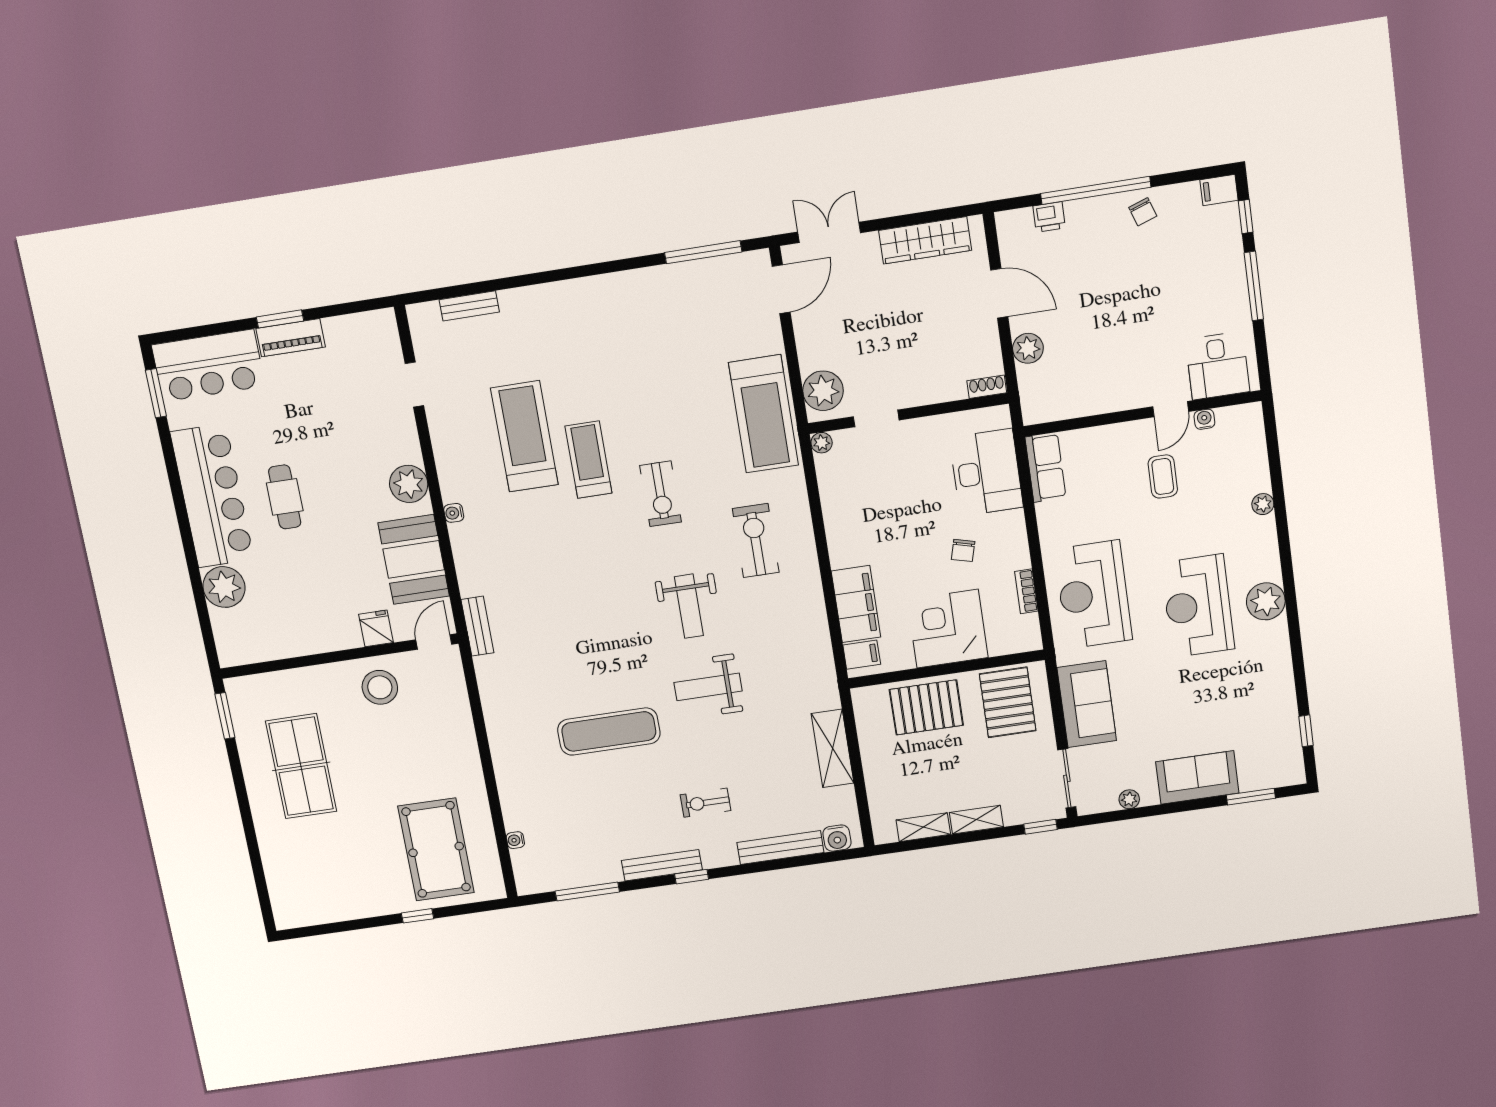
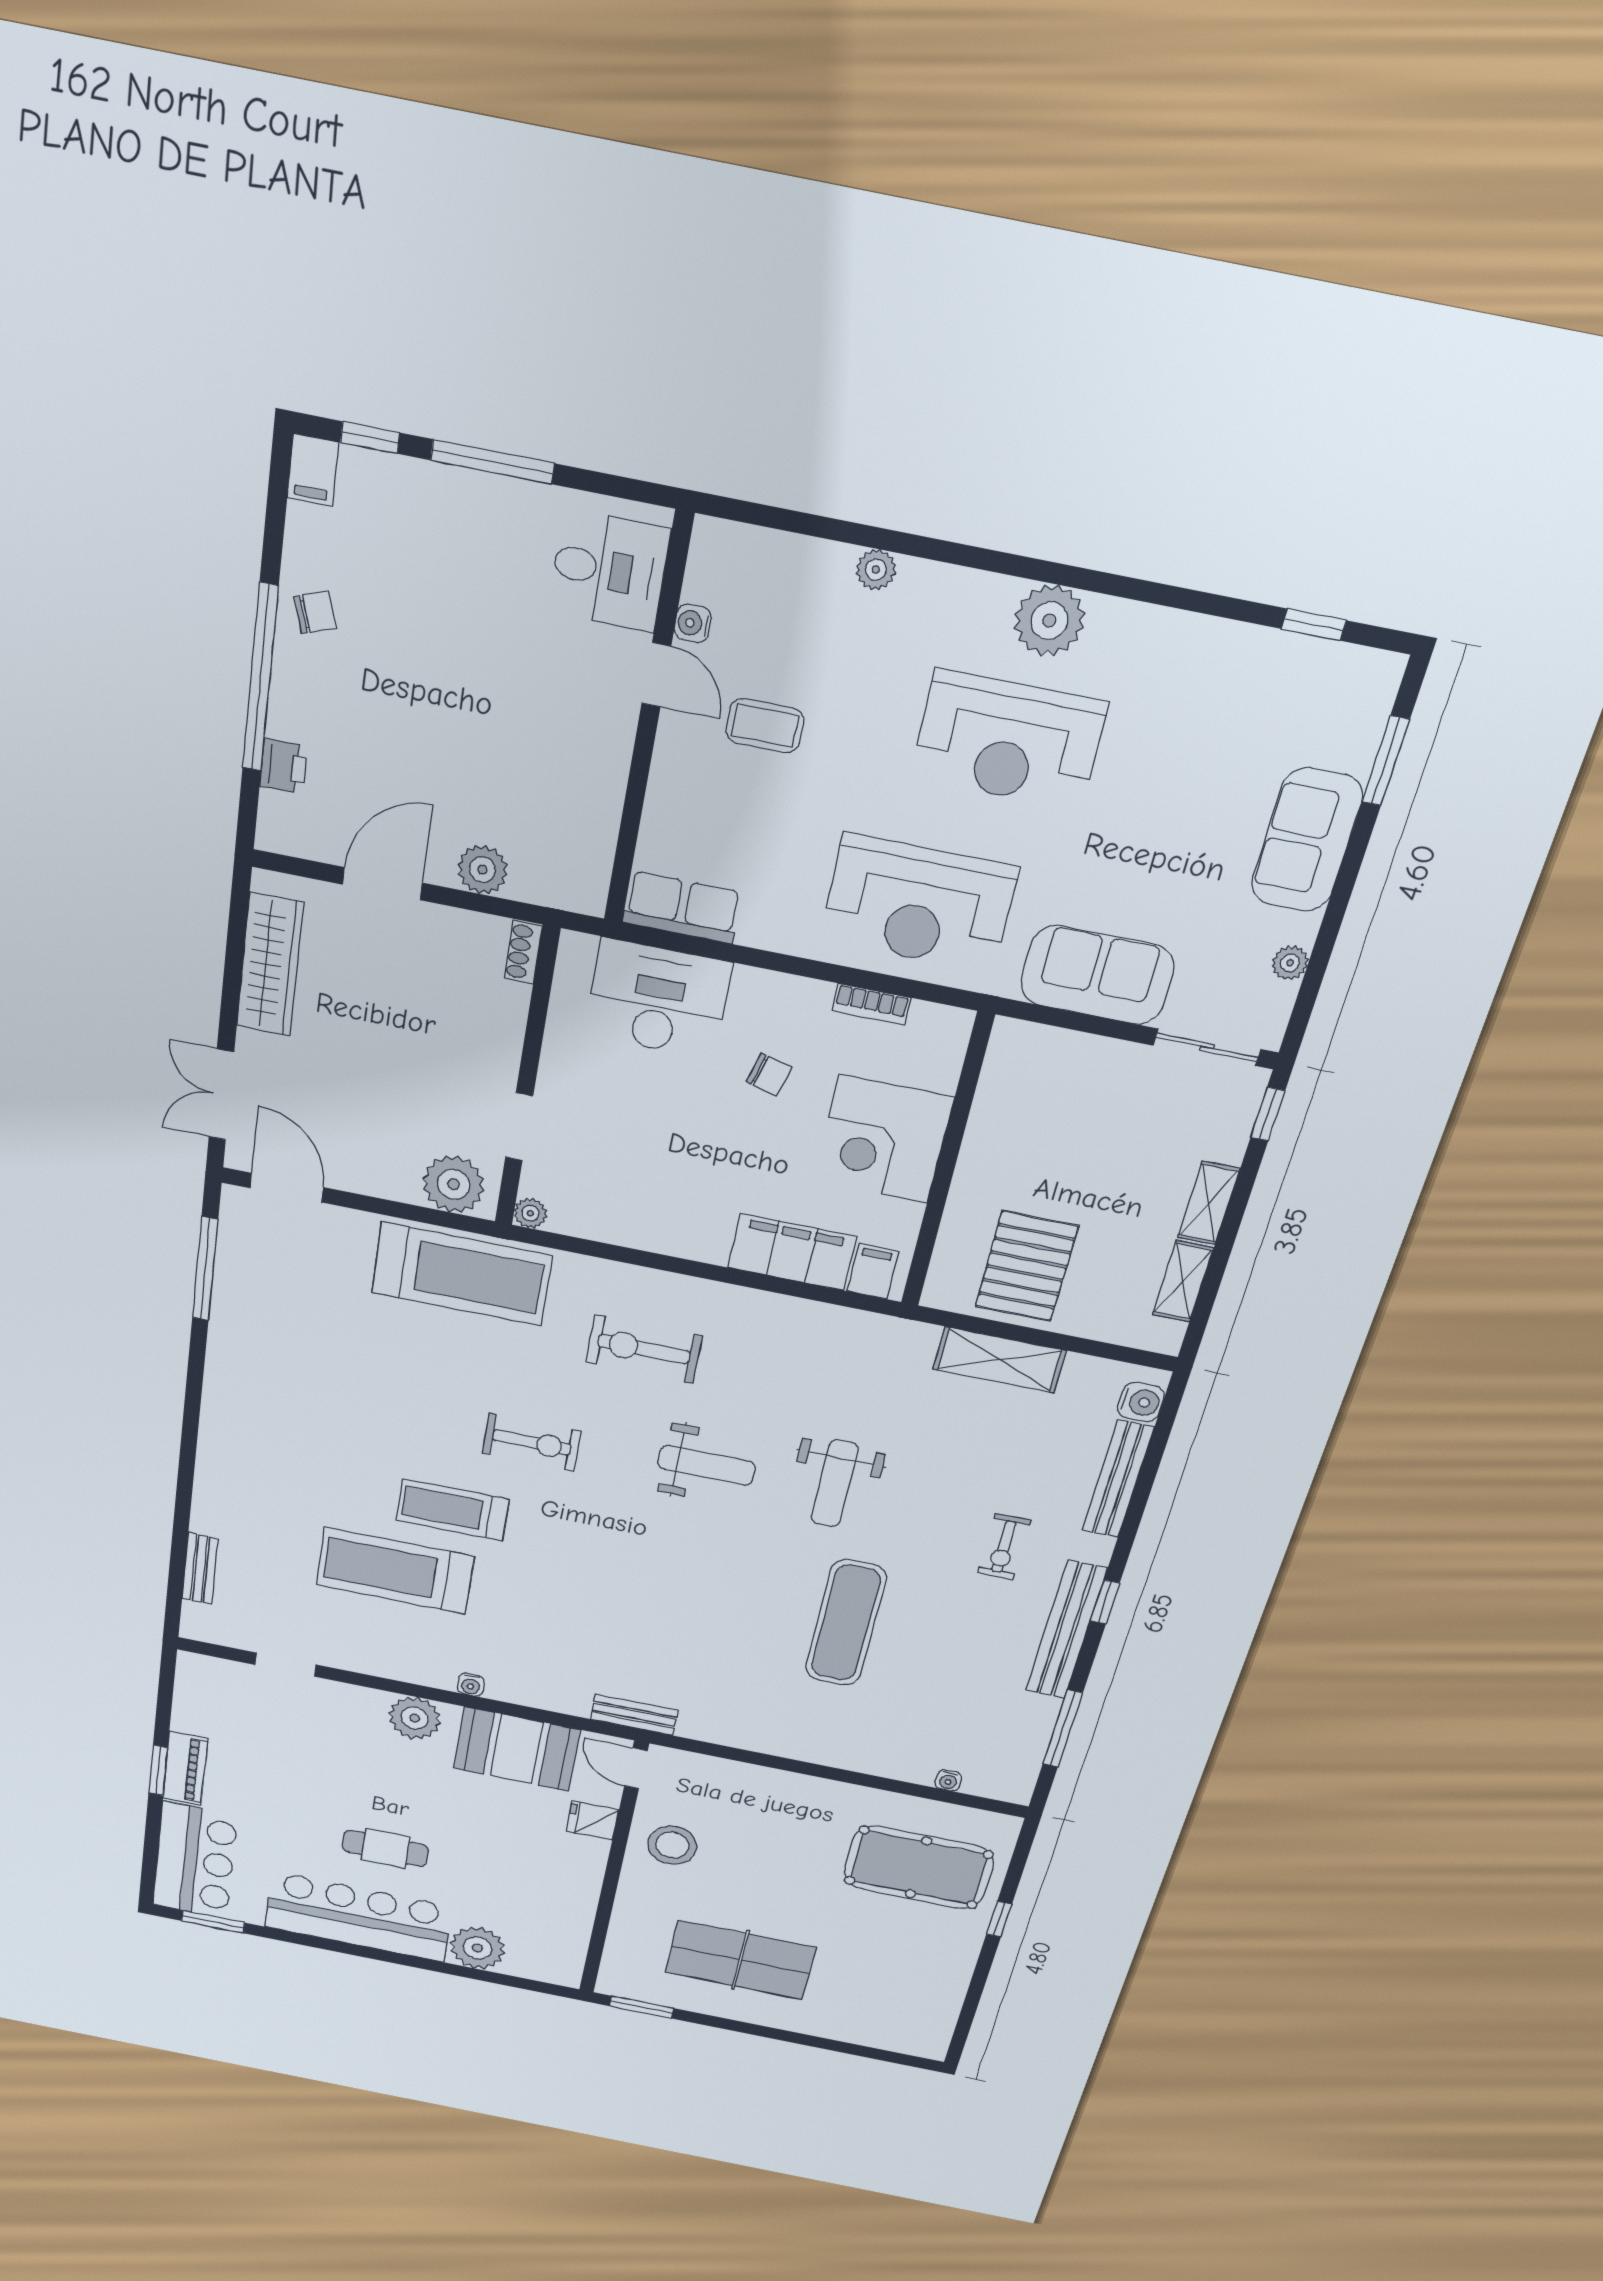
pallet: (1008, 702) -> (1040, 1093), removed
pallet: (926, 707) -> (1027, 1266), moved
bench: (662, 865) -> (1066, 1630), width x1.37, depth x1.21

